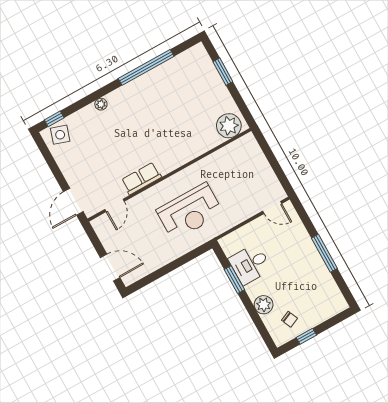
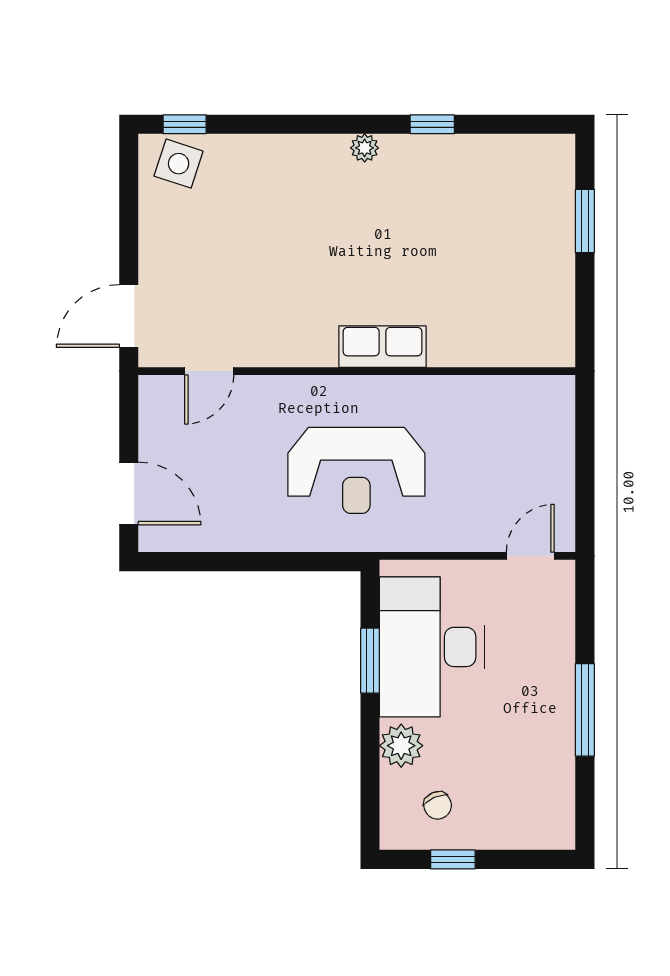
window: (146, 67) -> (432, 124), width x0.32
plant: (101, 104) -> (365, 148), moved
plant: (229, 126) -> (535, 339), removed
row of seats: (141, 178) -> (382, 347), moved
door: (272, 207) -> (530, 556), swing flipped
desk: (250, 264) -> (432, 647), width x1.87, depth x1.30

